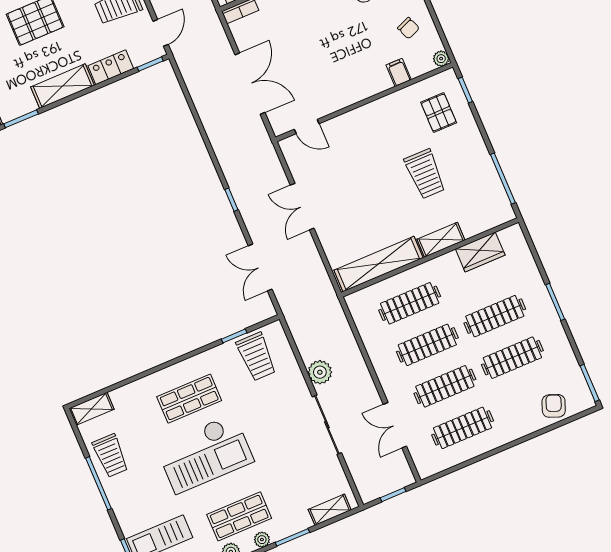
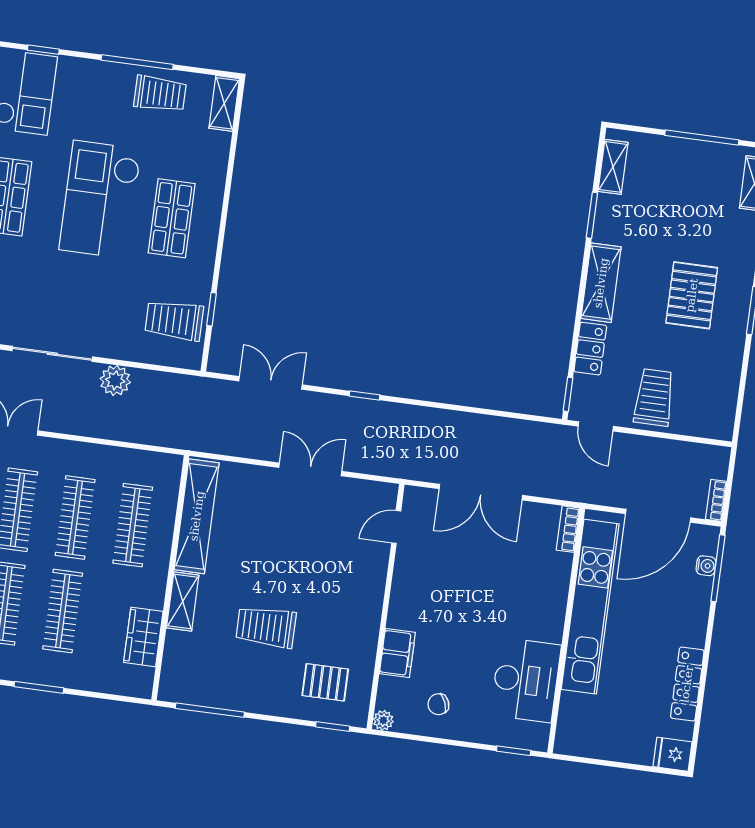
filing cabinet: (399, 72) -> (397, 653), width x2.00
trolley: (111, 456) -> (160, 94), turned 180

